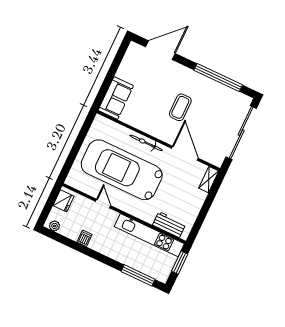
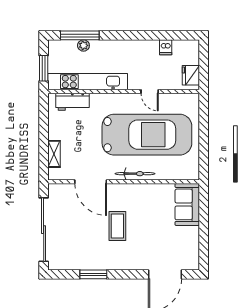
window: (218, 77) -> (93, 274), width x0.47
shelving: (209, 180) -> (54, 154), moved
plant: (54, 226) -> (83, 45), moved
dishwasher: (84, 238) -> (166, 47), moved

